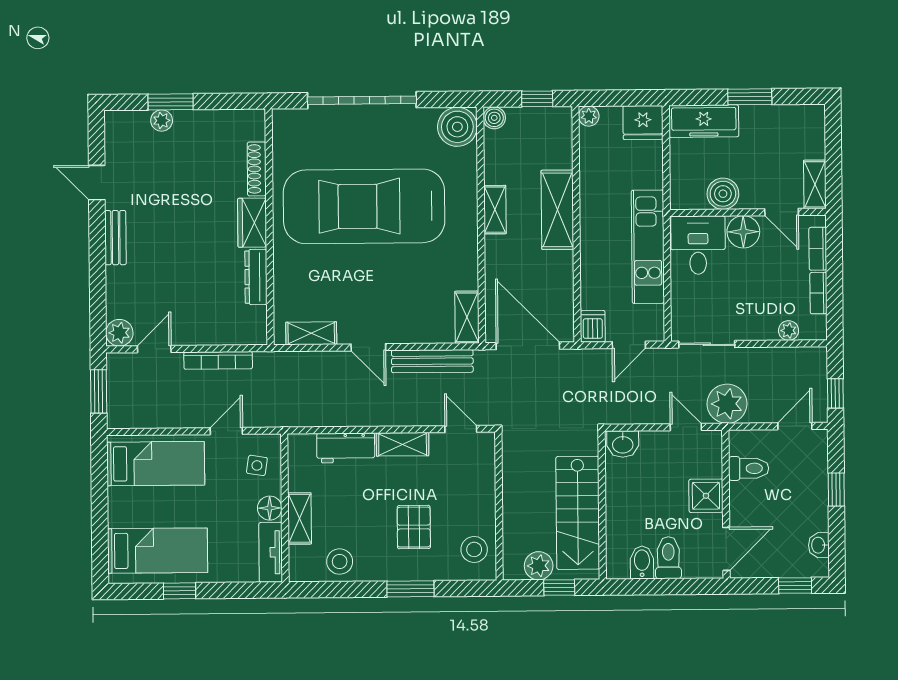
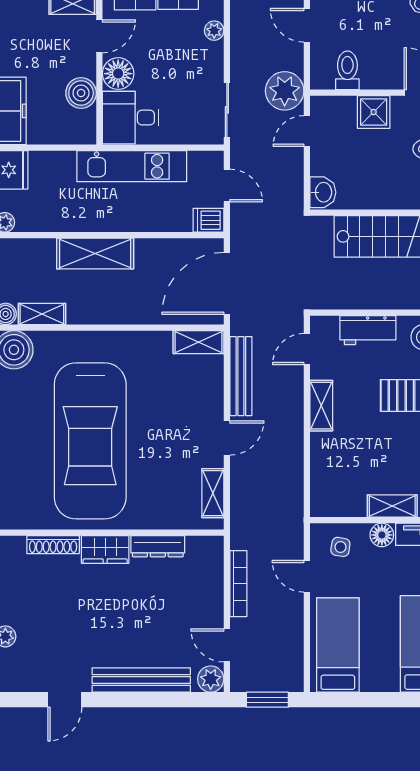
shelving: (495, 210) -> (42, 314), moved
bench: (115, 238) -> (141, 680), width x1.86, depth x1.21
workbench: (346, 448) -> (368, 330), moved, turned 90

